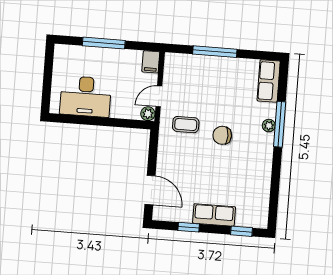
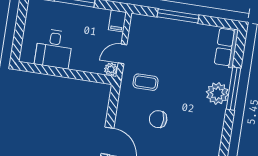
desk: (86, 96) -> (54, 49), width x0.73
plant: (269, 126) -> (217, 93), width x1.87, depth x1.87
chair: (222, 135) -> (158, 119), moved

